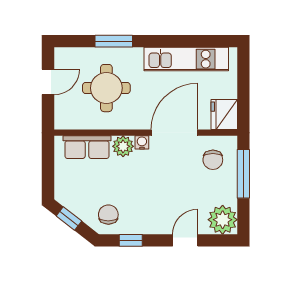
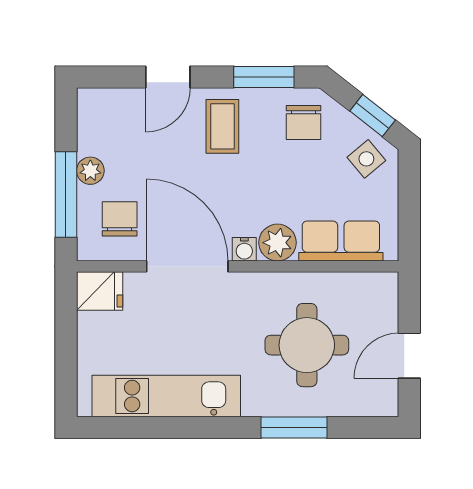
fridge: (224, 115) -> (100, 291), width x0.72
door: (174, 133) -> (187, 266), swing flipped
side table: (72, 194) -> (366, 159), added
coffee table: (154, 212) -> (222, 126), added
plant: (223, 220) -> (90, 171), moved, width x0.53, depth x0.53
window: (131, 240) -> (264, 77), width x1.50

